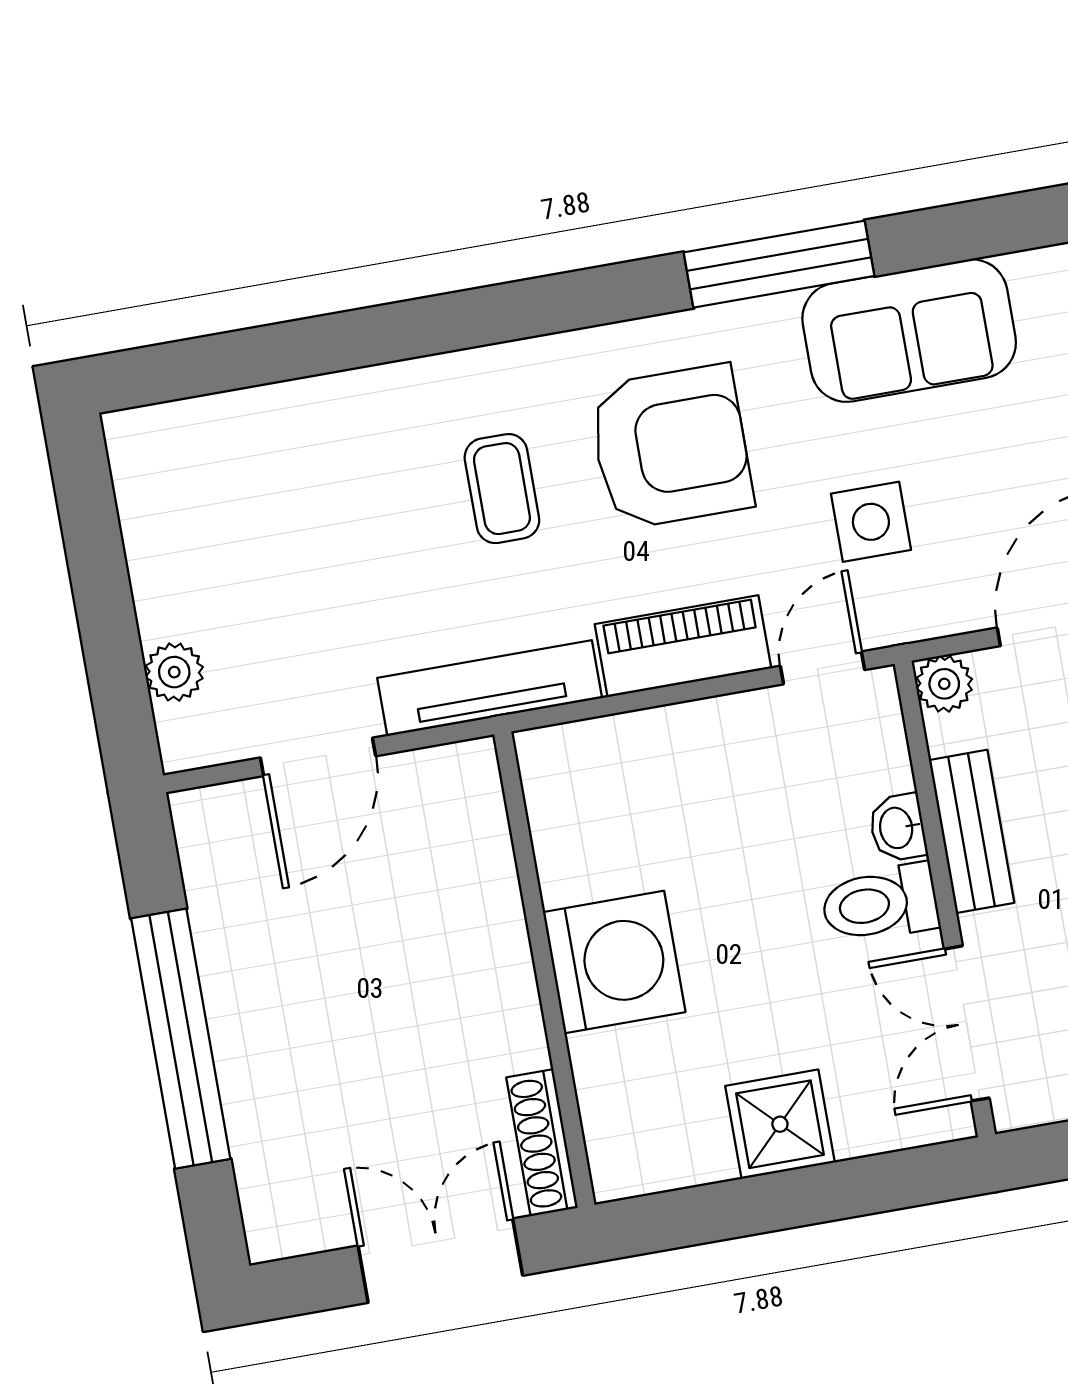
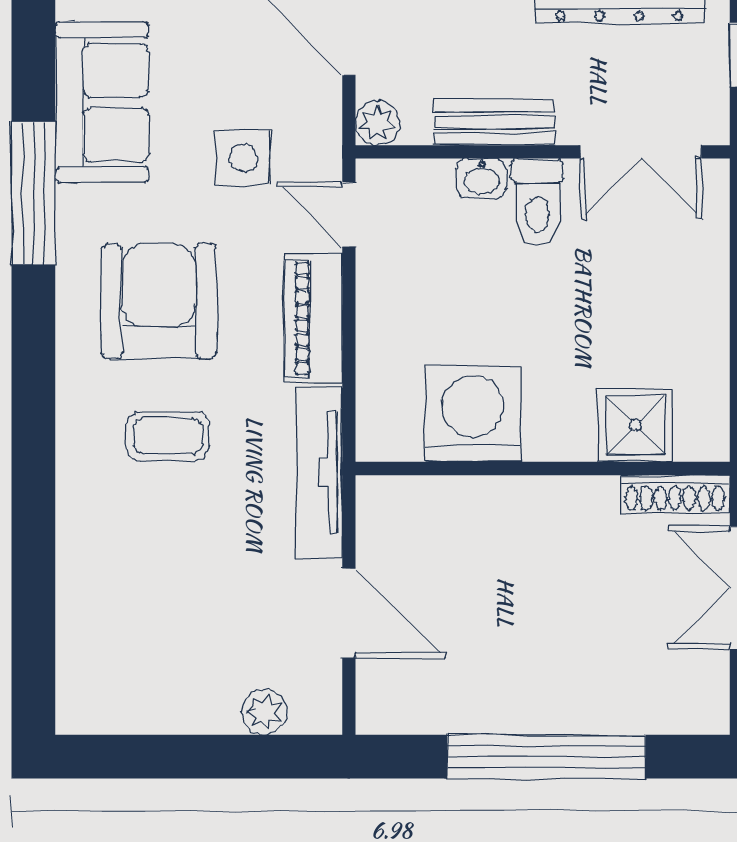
washing machine: (614, 962) -> (473, 414), moved
shower: (780, 1124) -> (635, 425), moved

